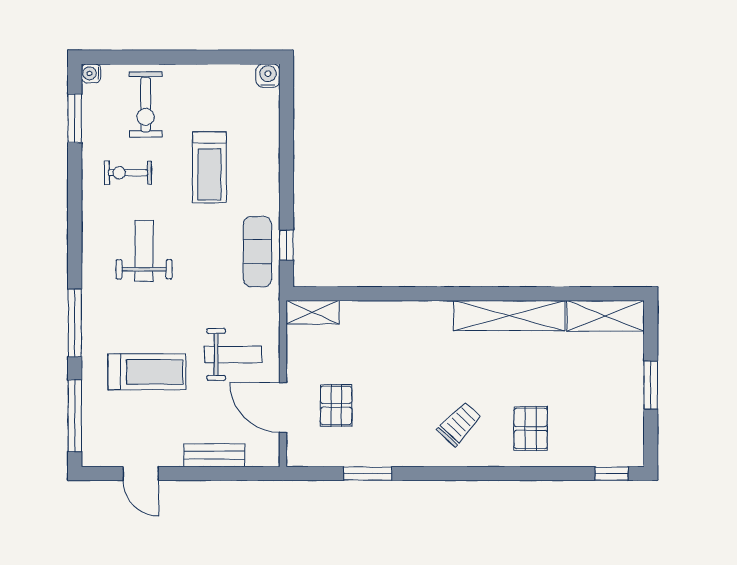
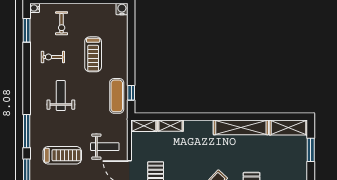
exercise bike: (146, 104) -> (62, 23), width x0.73, depth x0.72
shelving: (367, 312) -> (171, 126), added
window: (651, 385) -> (311, 150), moved

